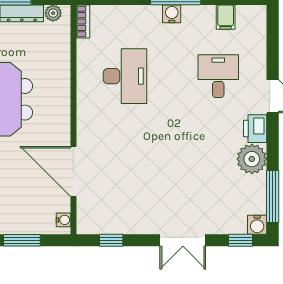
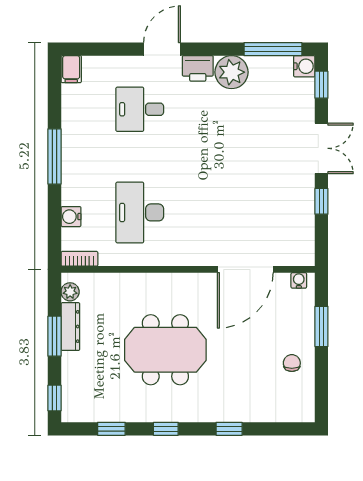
water cooler: (172, 14) -> (71, 217), moved
filing cabinet: (226, 17) -> (71, 69), moved, turned 90
desk: (125, 76) -> (140, 212), turned -90
window: (111, 240) -> (321, 201), moved

